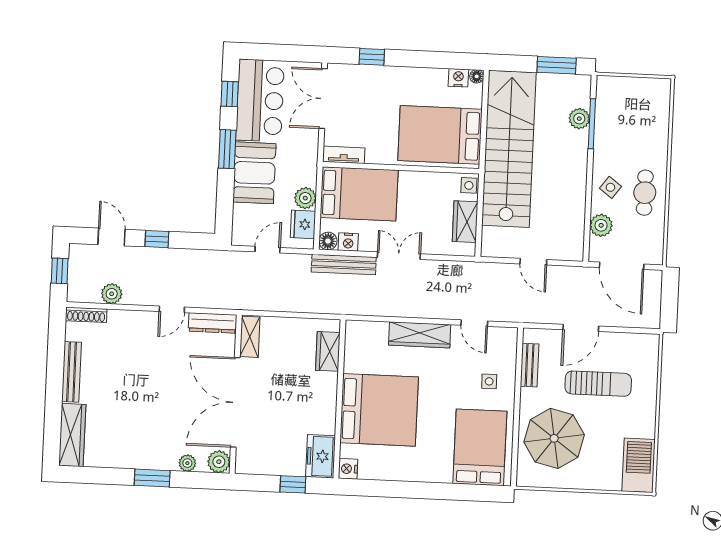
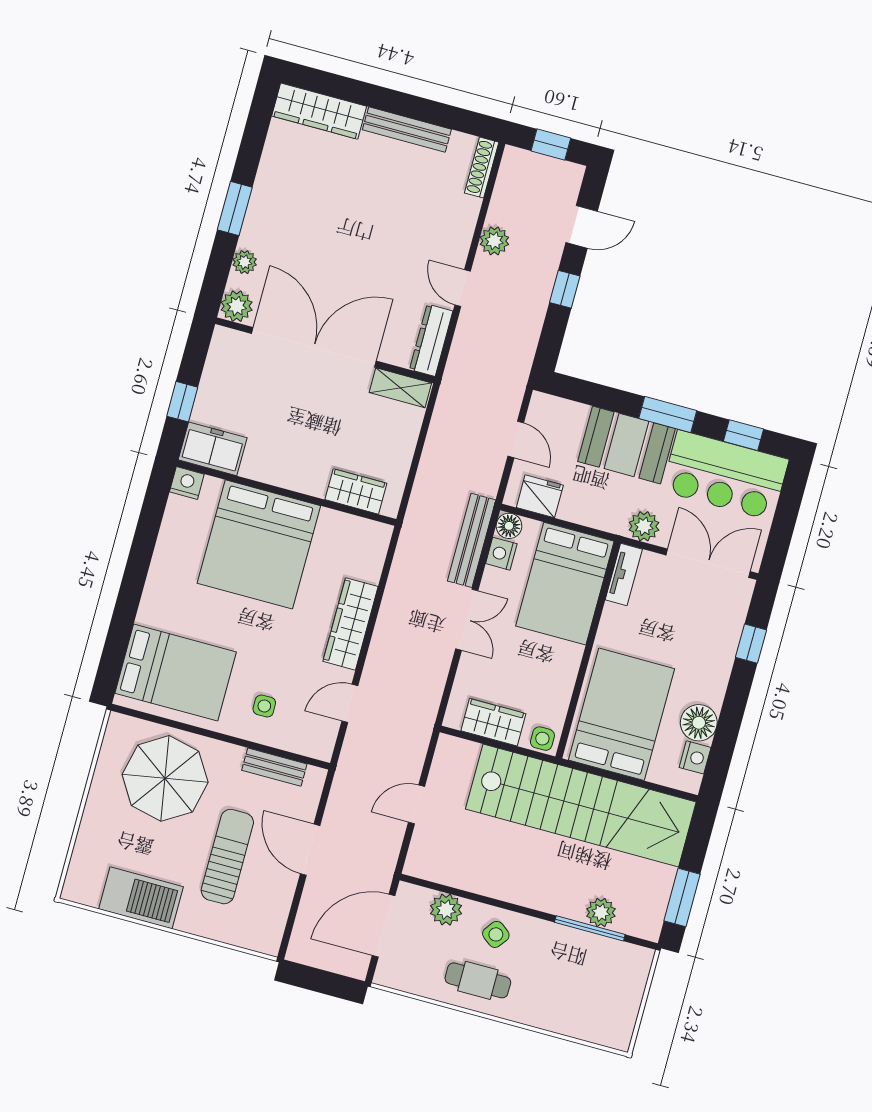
floor lamp: (477, 76) -> (699, 723), moved, width x1.89, depth x1.89
plant: (305, 198) -> (644, 526), moved
plant: (112, 294) -> (494, 241), moved
sun lounger: (598, 384) -> (227, 857), turned 180
barbecue: (639, 465) -> (141, 898), moved

